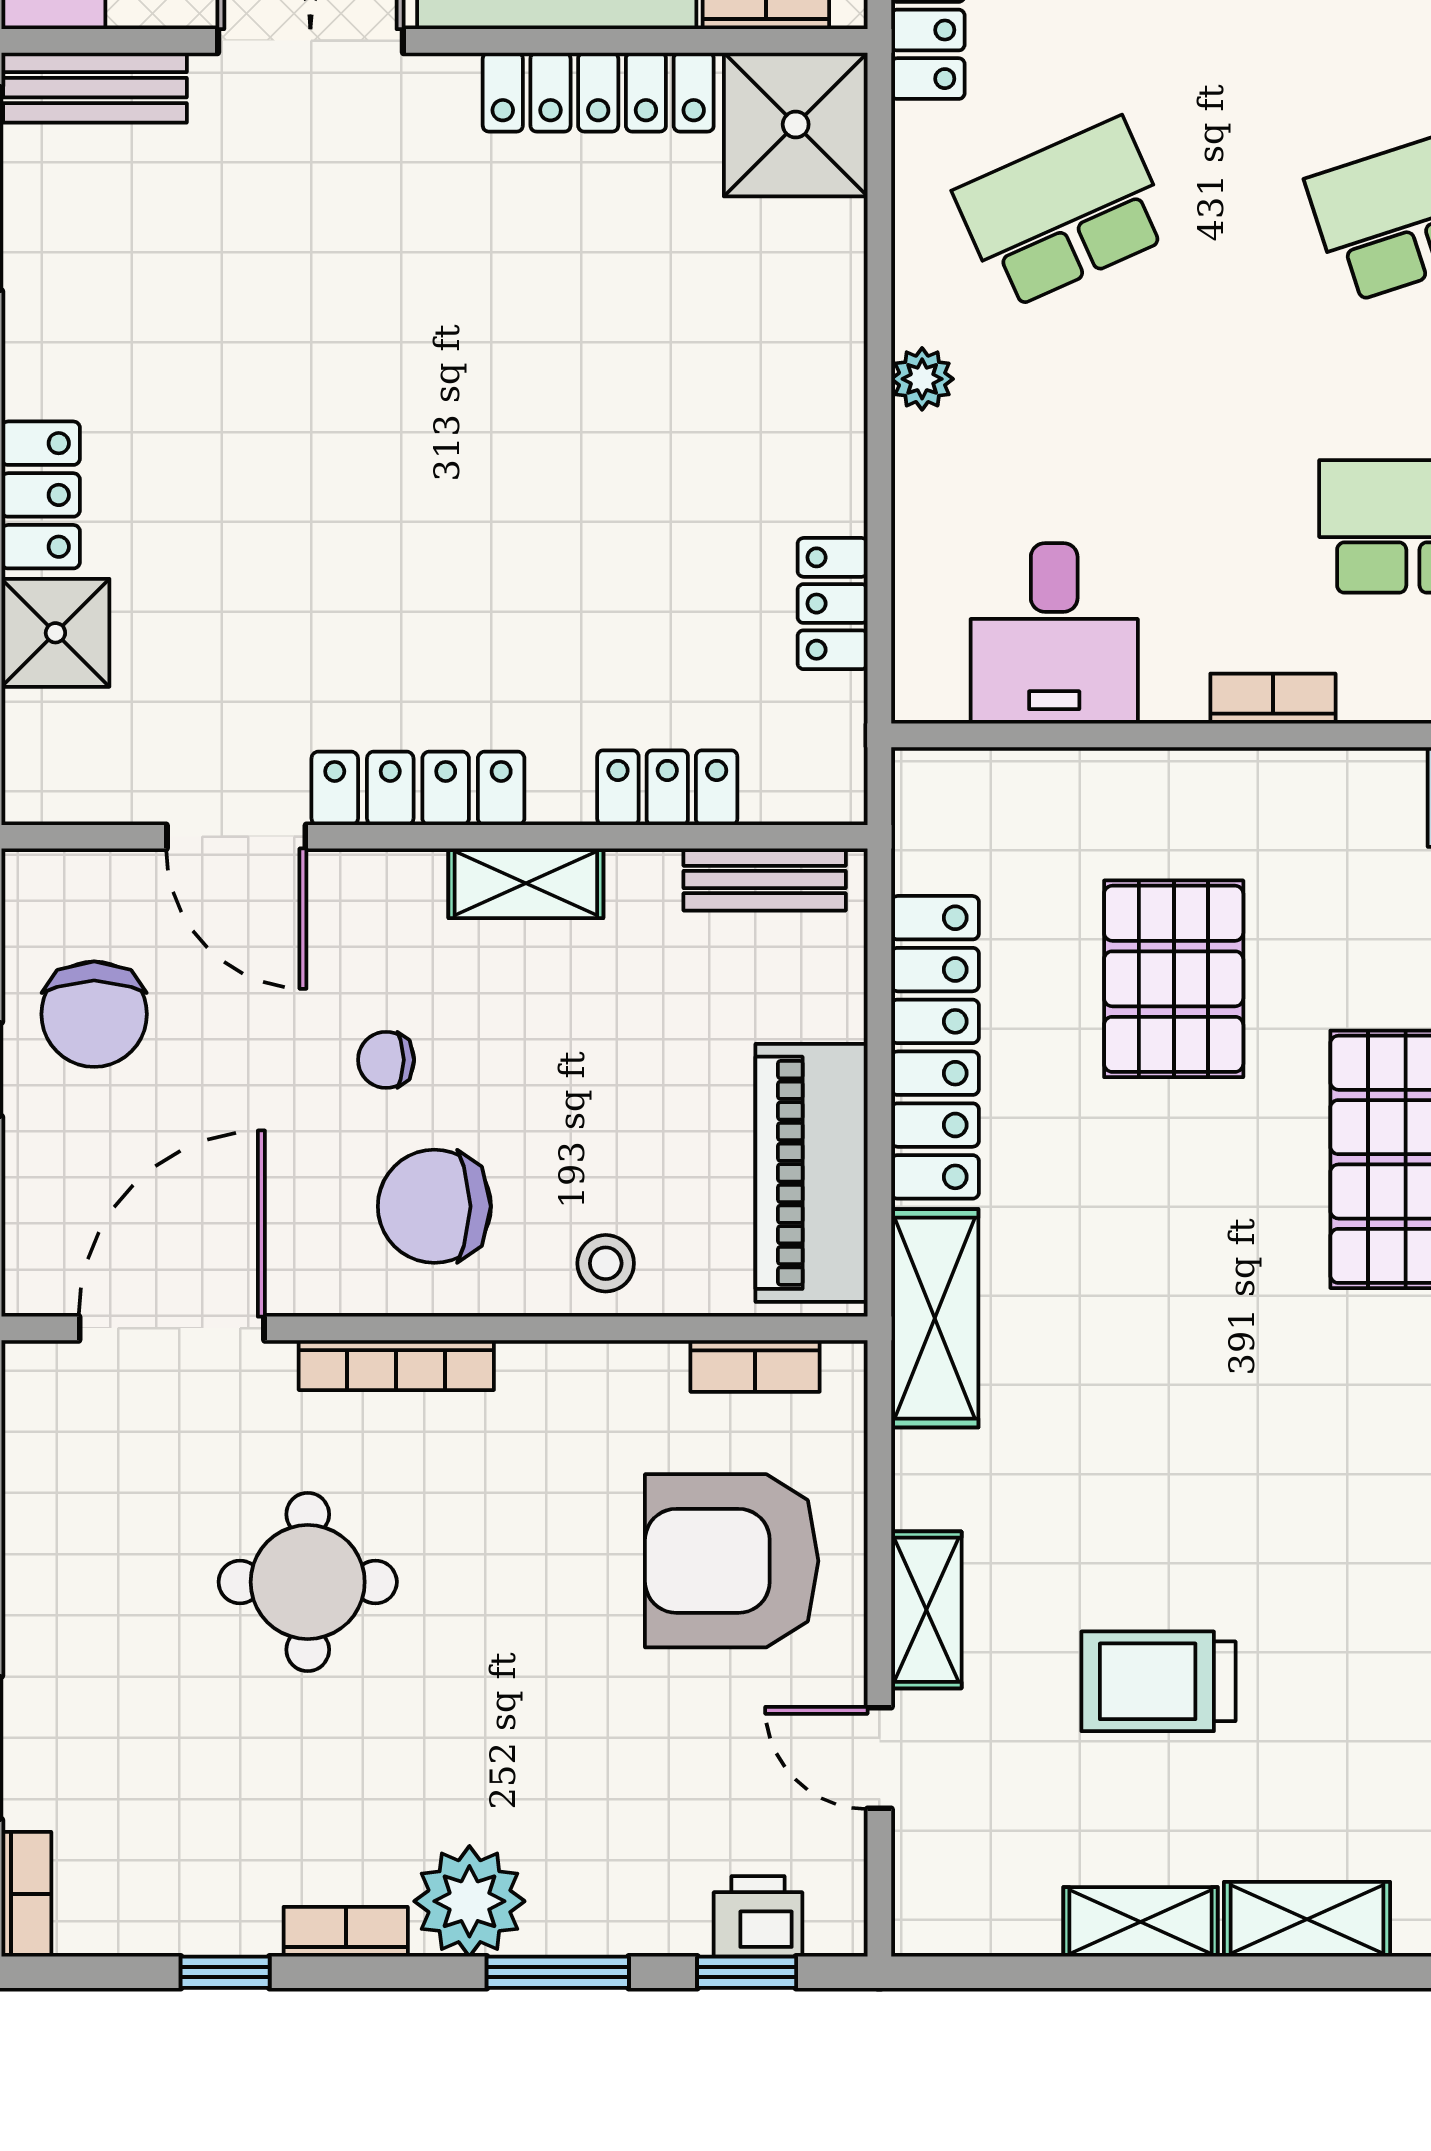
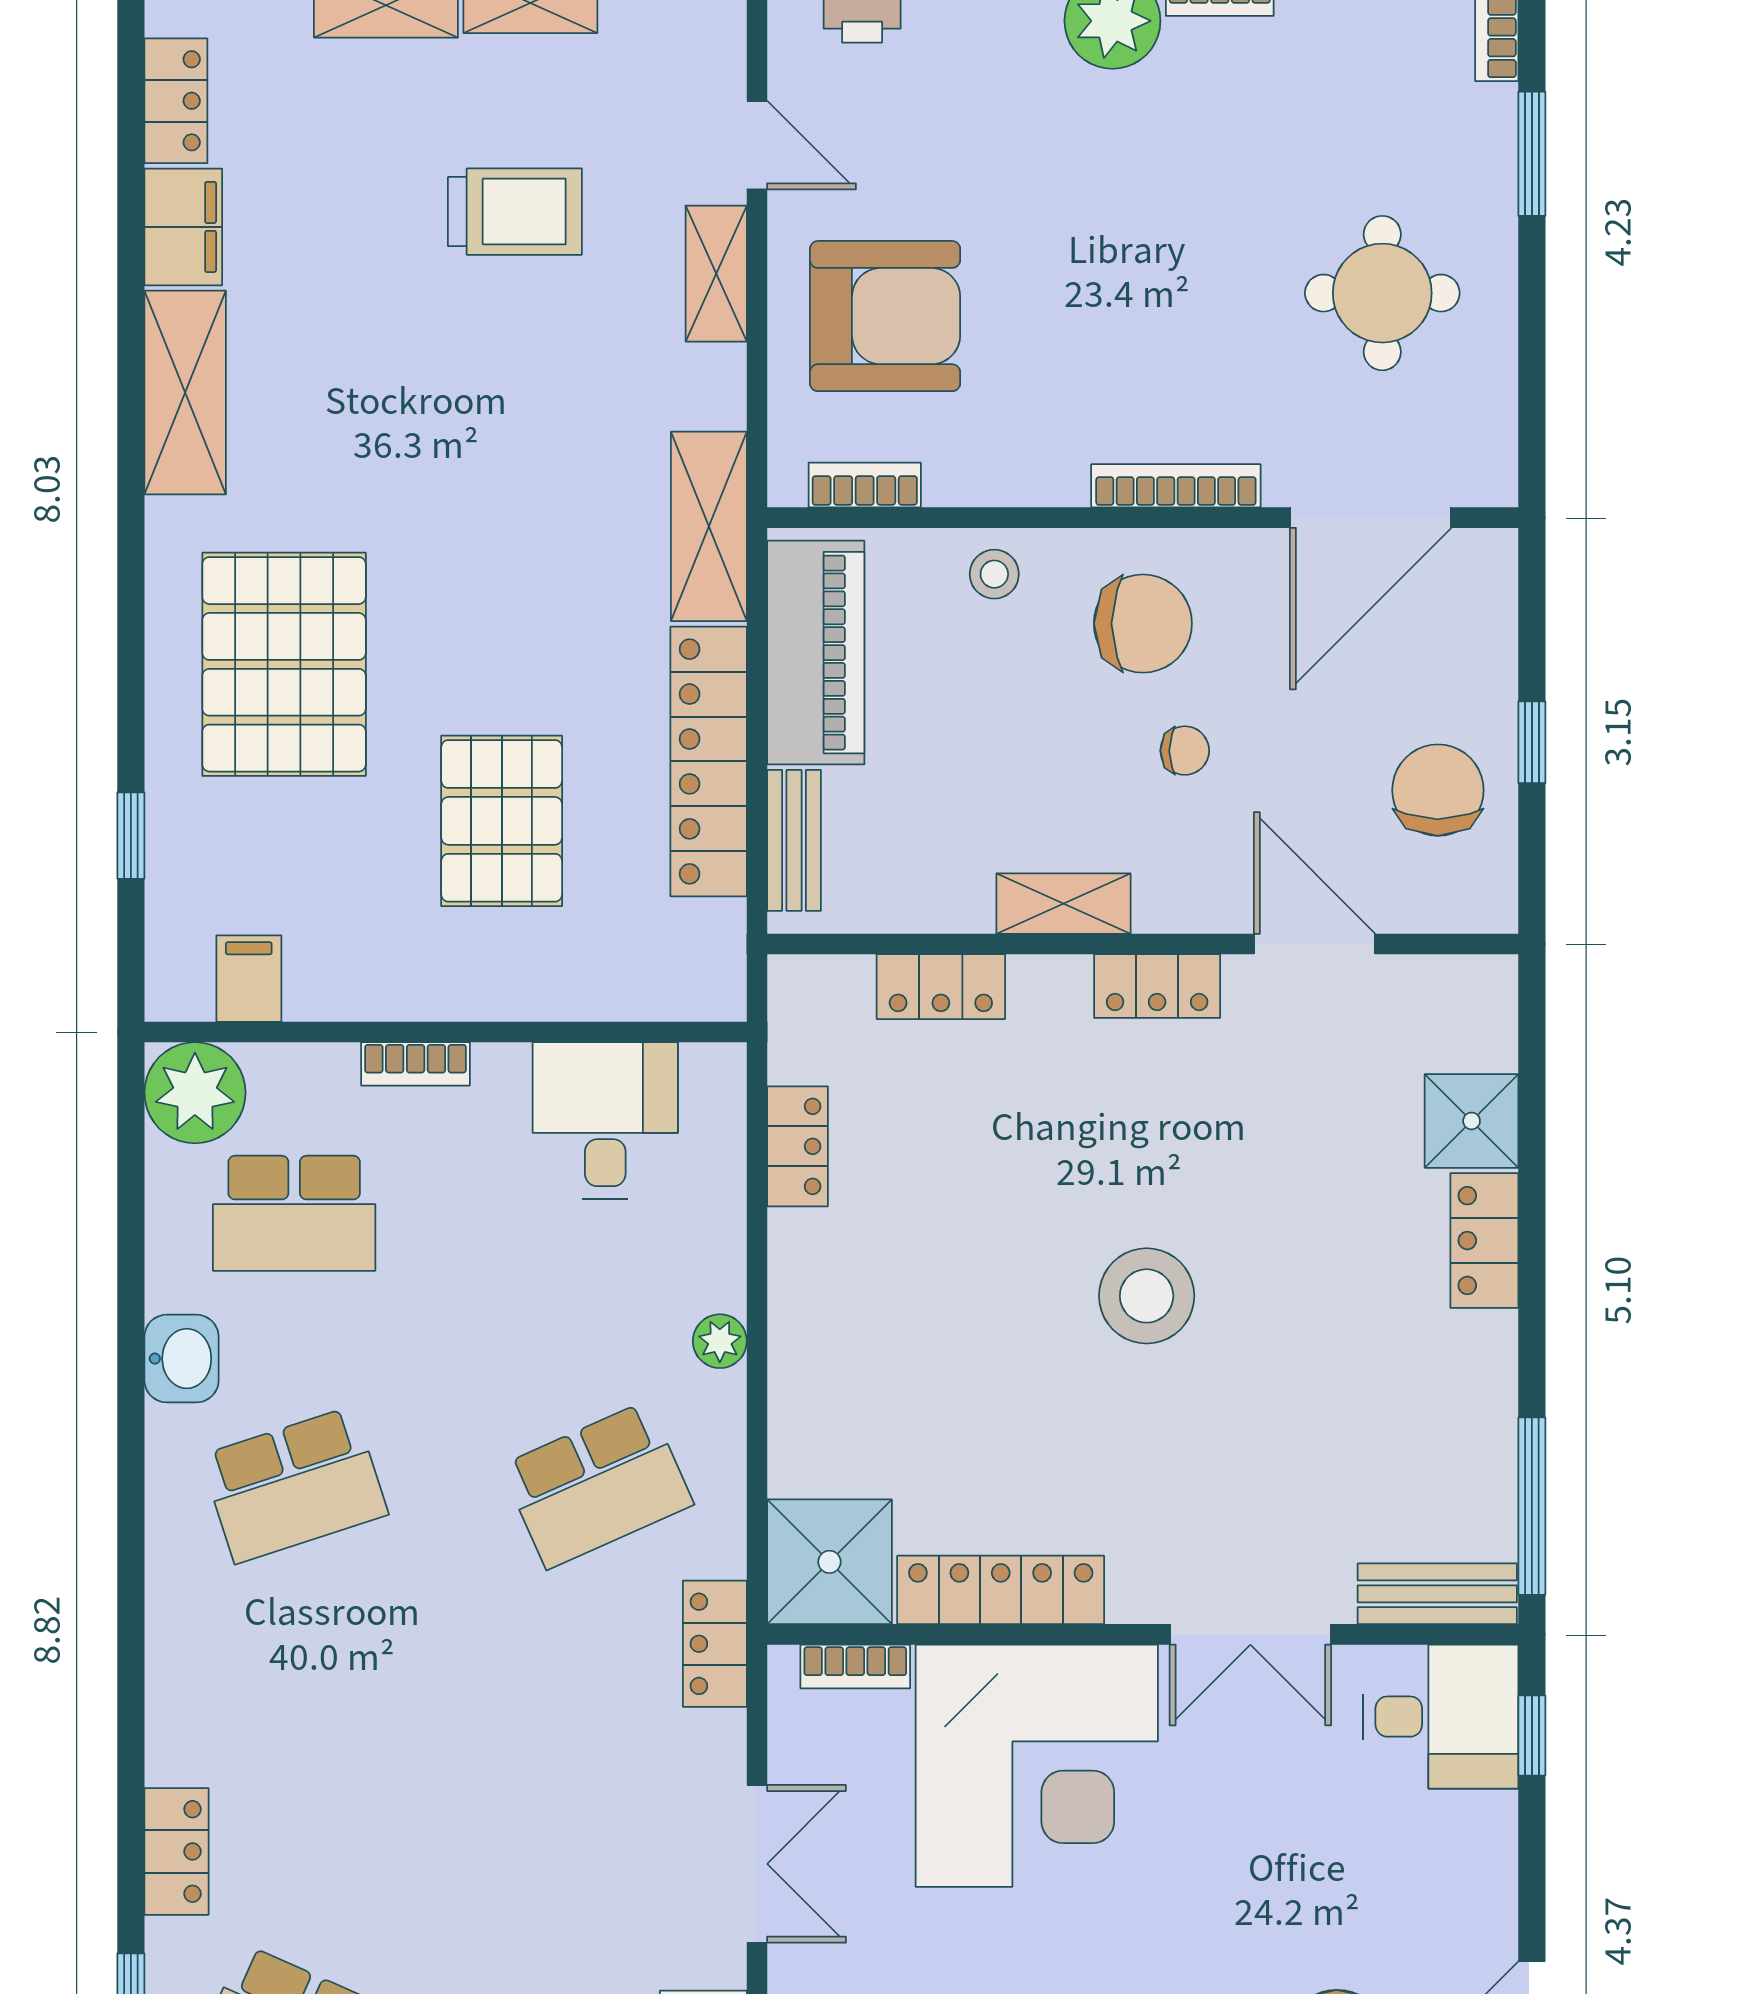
stool: (430, 431) -> (1147, 1296), added
locker: (418, 788) -> (1157, 986), width x0.66
bench: (765, 880) -> (794, 840), moved, turned 90
round table: (308, 1582) -> (1382, 293), moved

